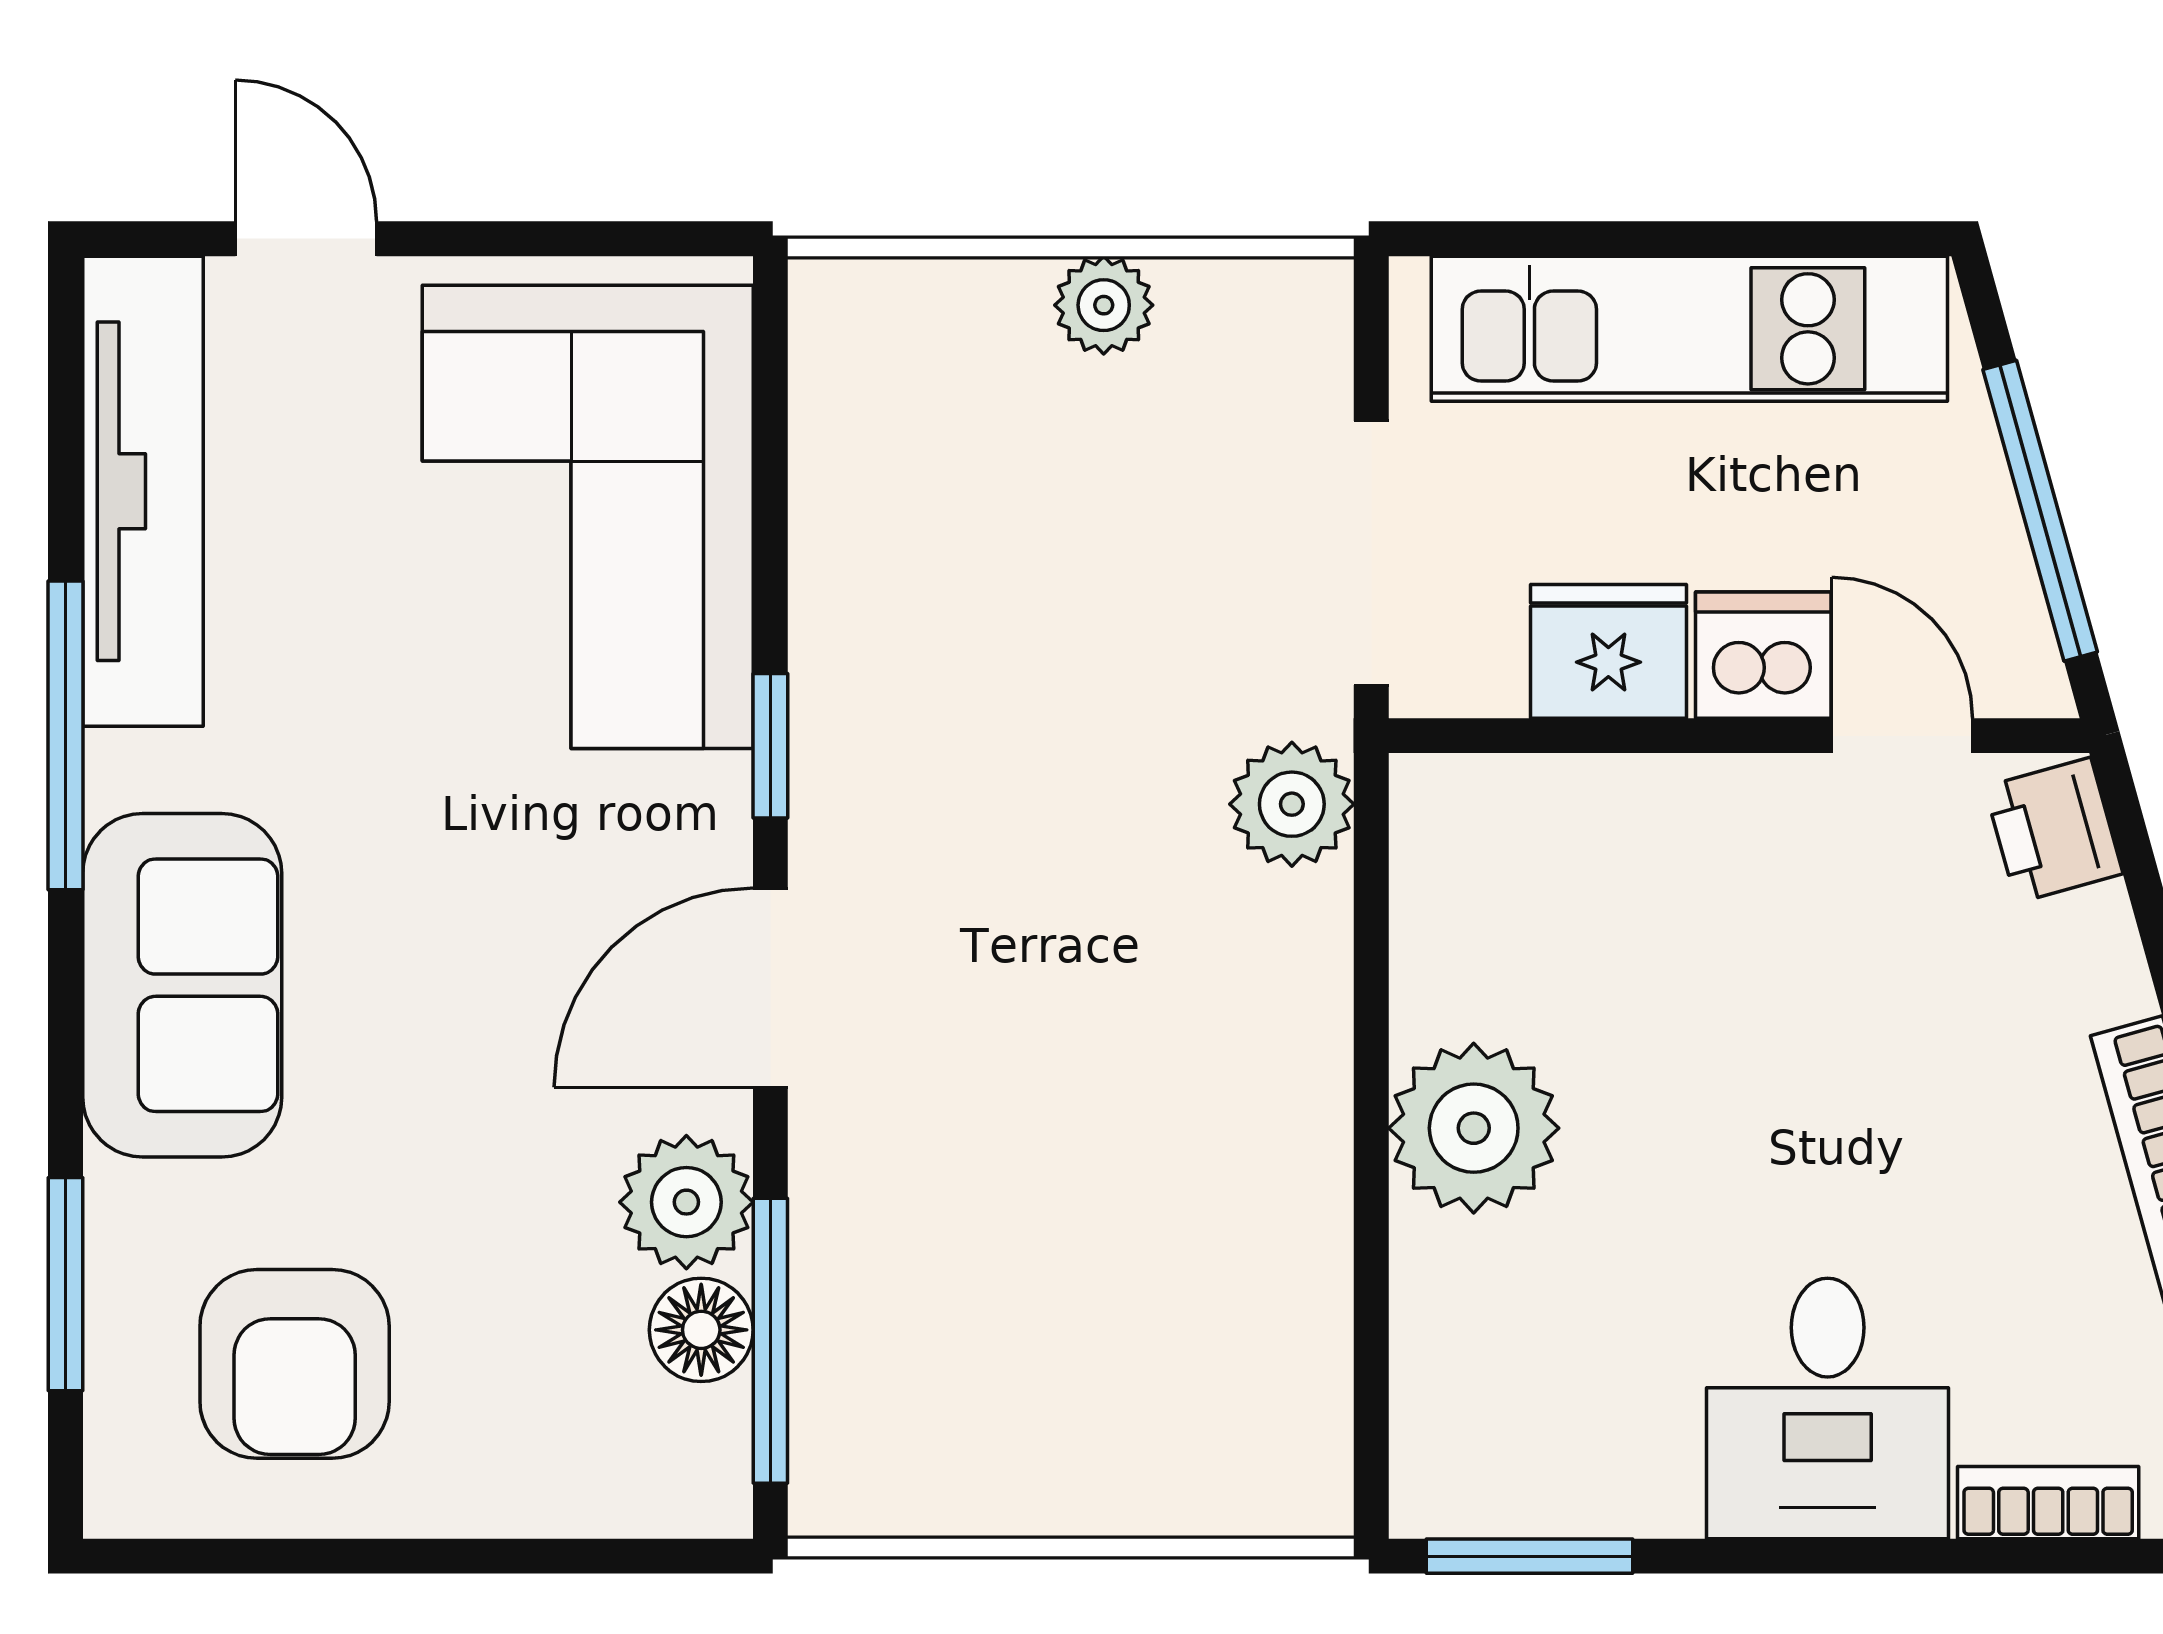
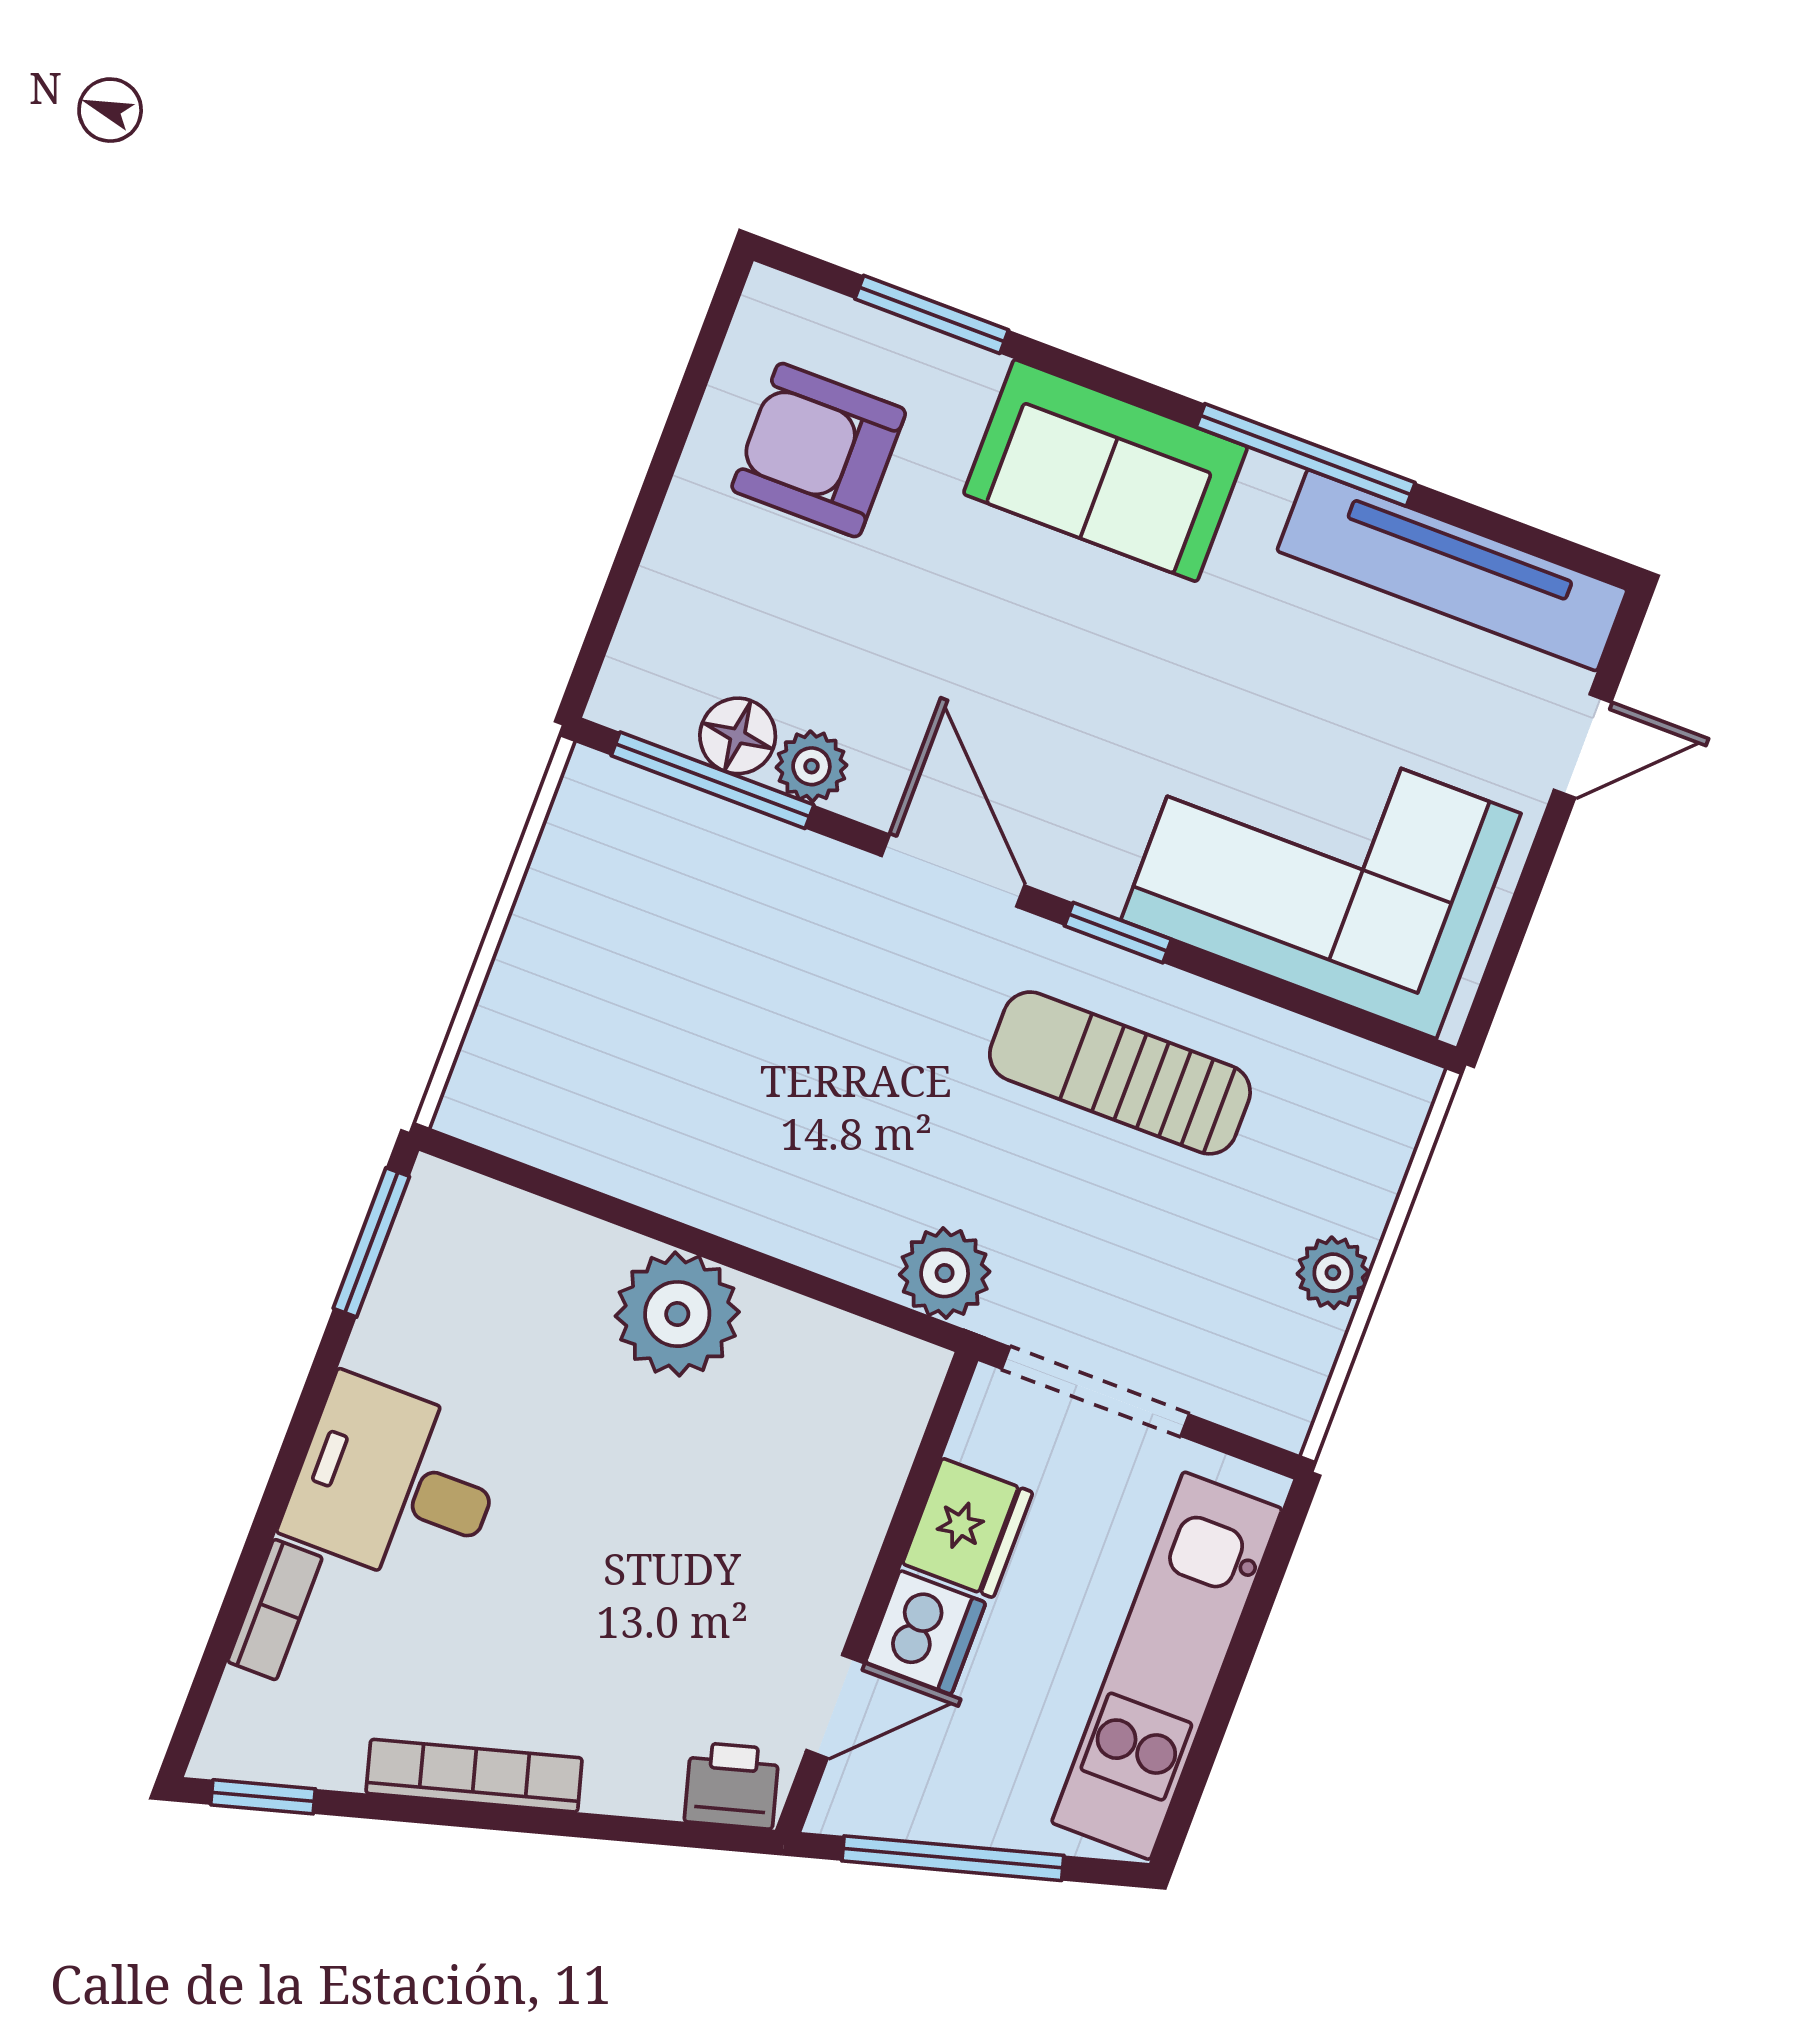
sun lounger: (950, 675) -> (1120, 1073), added
plant: (686, 1202) -> (811, 766), width x0.73, depth x0.73

